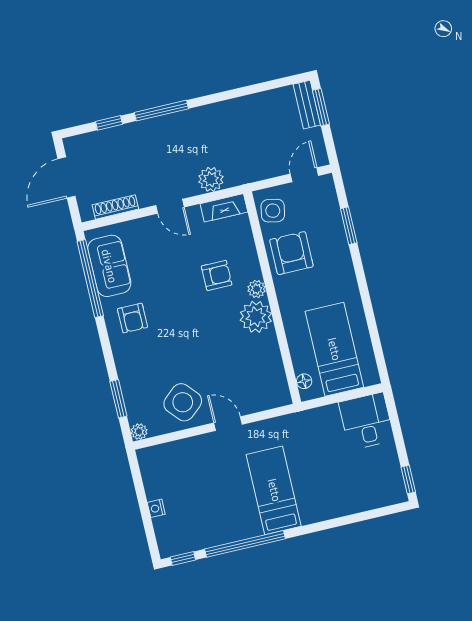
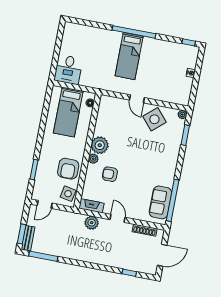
window: (161, 111) -> (43, 256), moved
armchair: (132, 318) -> (161, 172), removed
window: (408, 479) -> (61, 32), removed
window: (245, 544) -> (134, 32), moved

